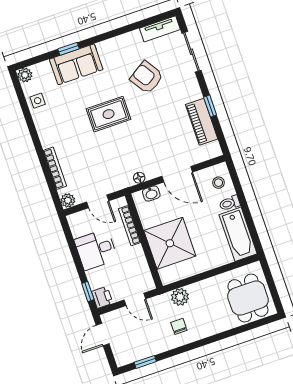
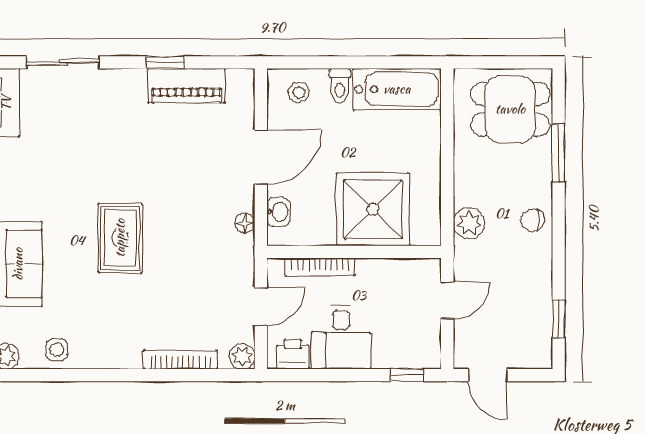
armchair: (147, 77) -> (80, 153), removed
printer: (102, 297) -> (293, 354), moved
chair: (179, 326) -> (533, 220), moved
window: (234, 332) -> (559, 153), added

